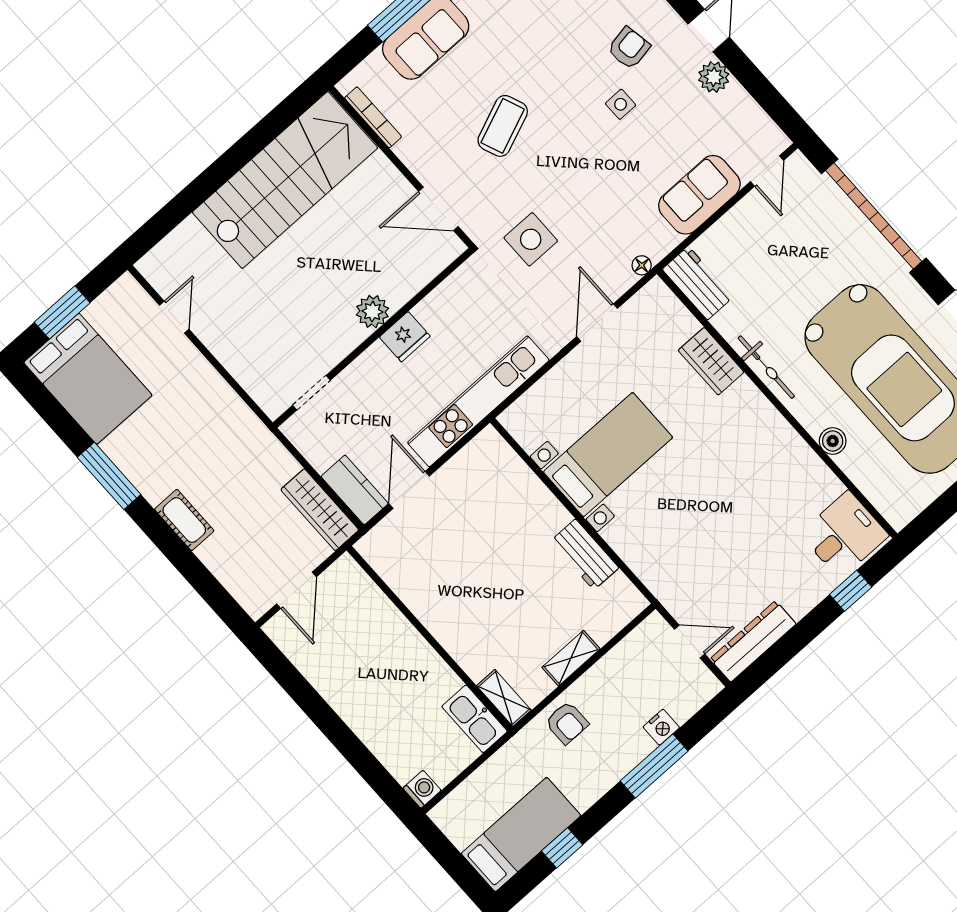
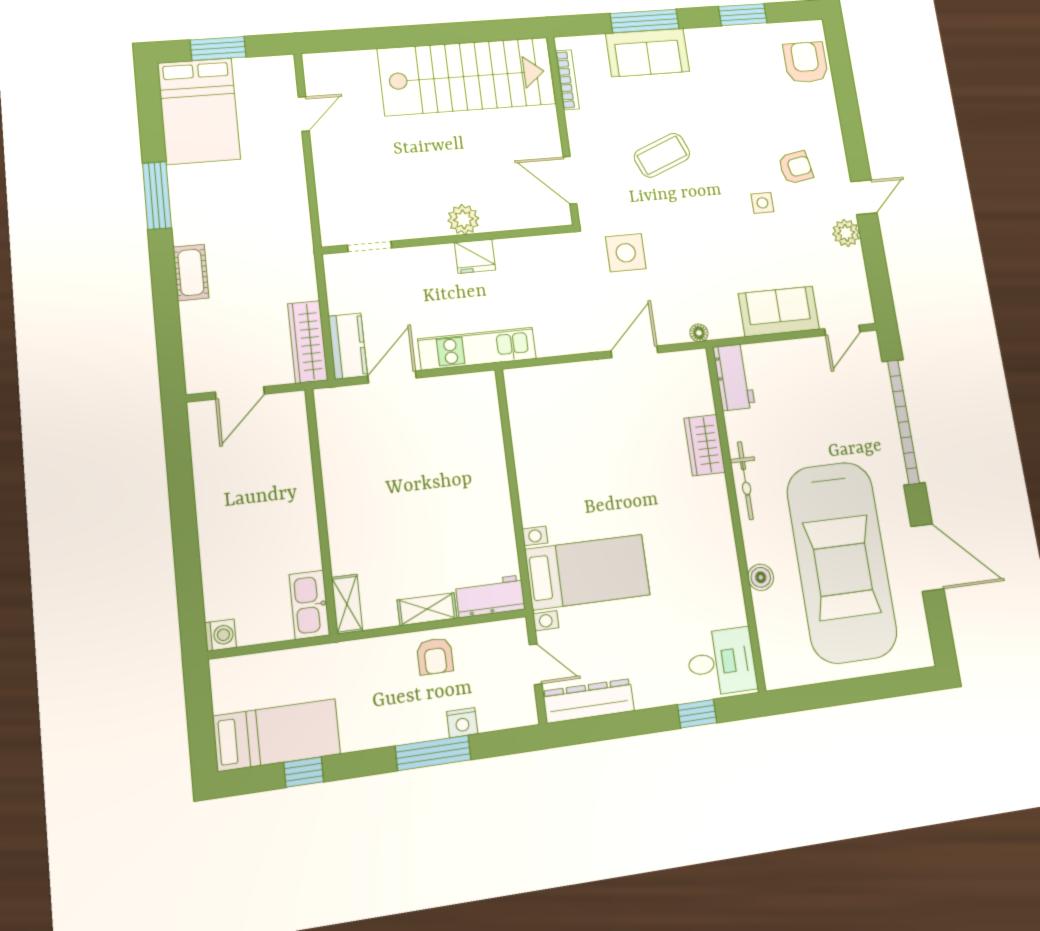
kitchen unit: (478, 401) -> (477, 349), width x0.73
bed with nightstands: (608, 455) -> (587, 572), moved
workbench: (585, 554) -> (490, 596), moved, turned 90
armchair: (567, 723) -> (435, 656), moved

